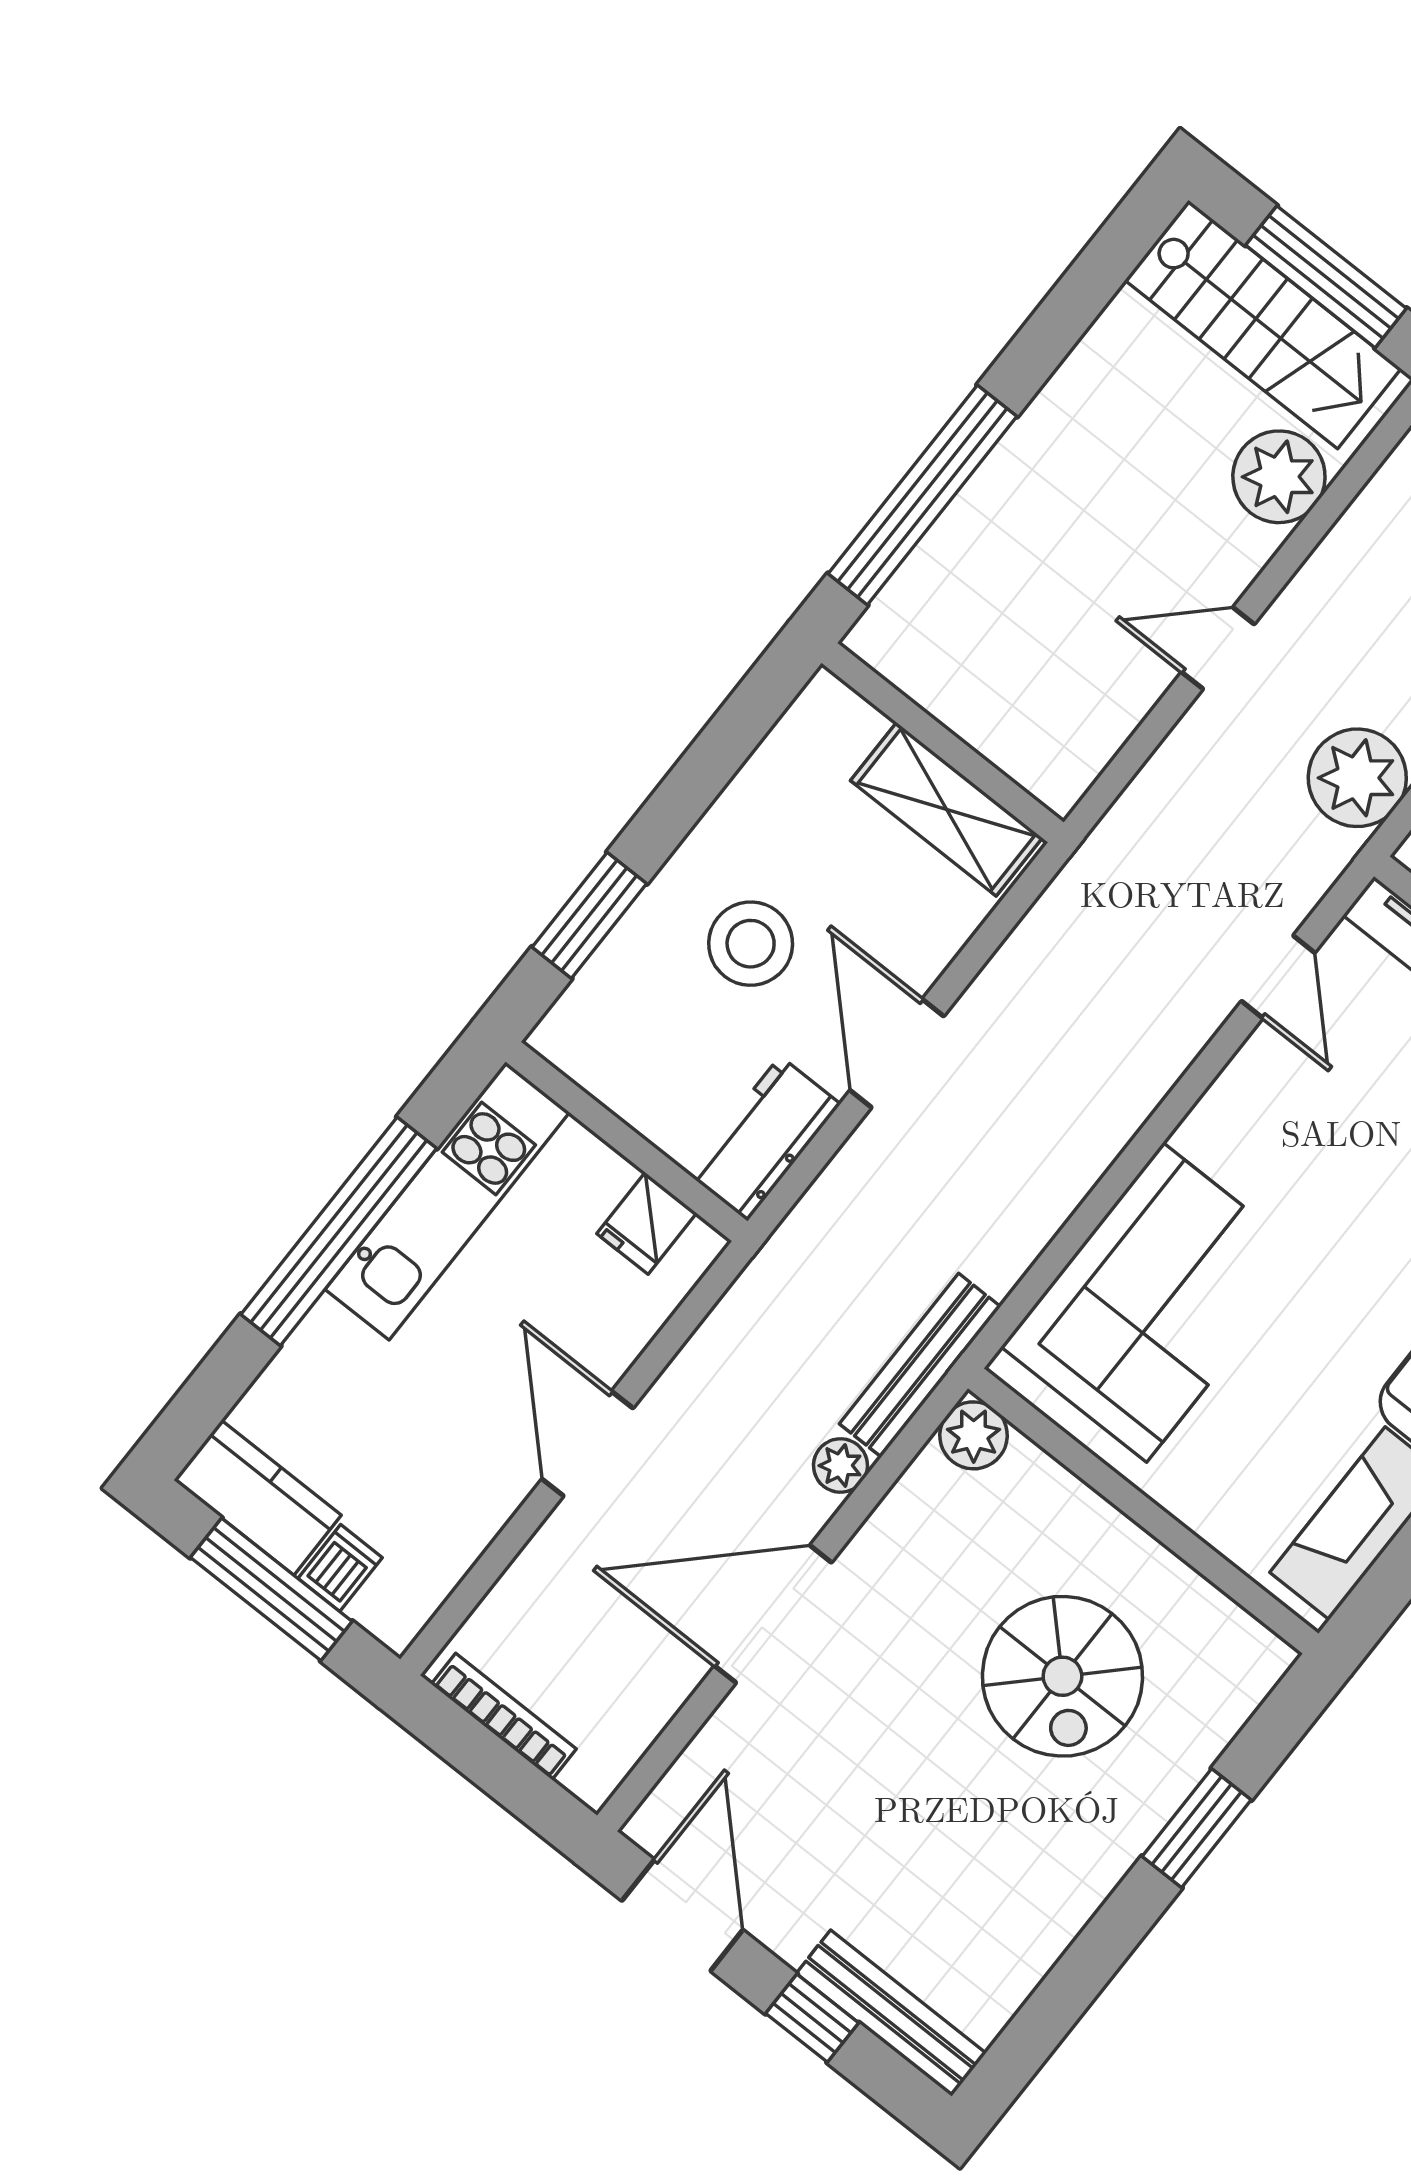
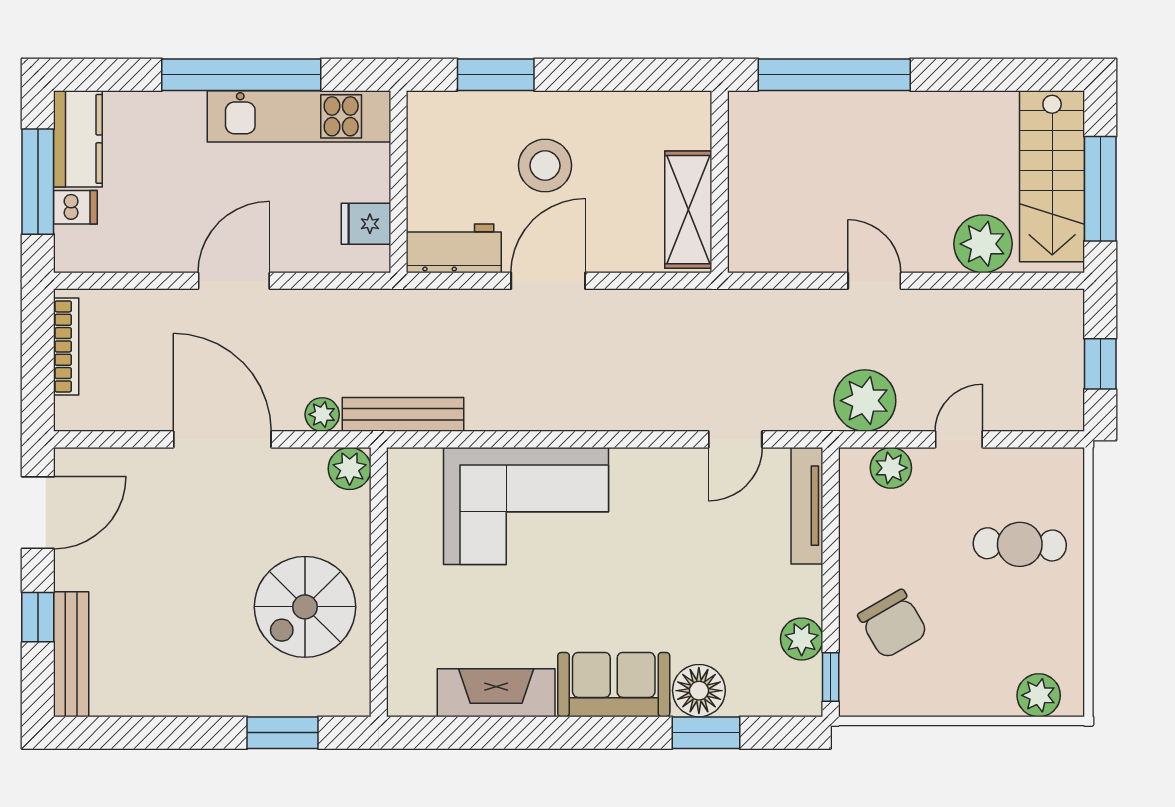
plant: (974, 1435) -> (350, 469), moved
wall: (1143, 1511) -> (379, 582), moved

